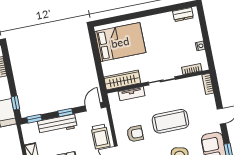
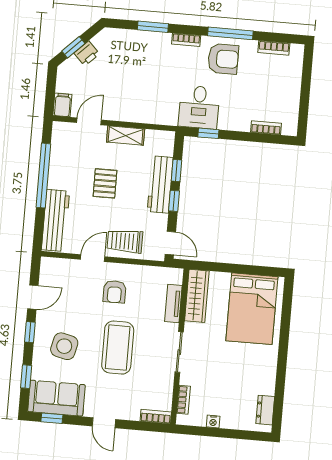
window: (34, 119) -> (177, 171), moved

